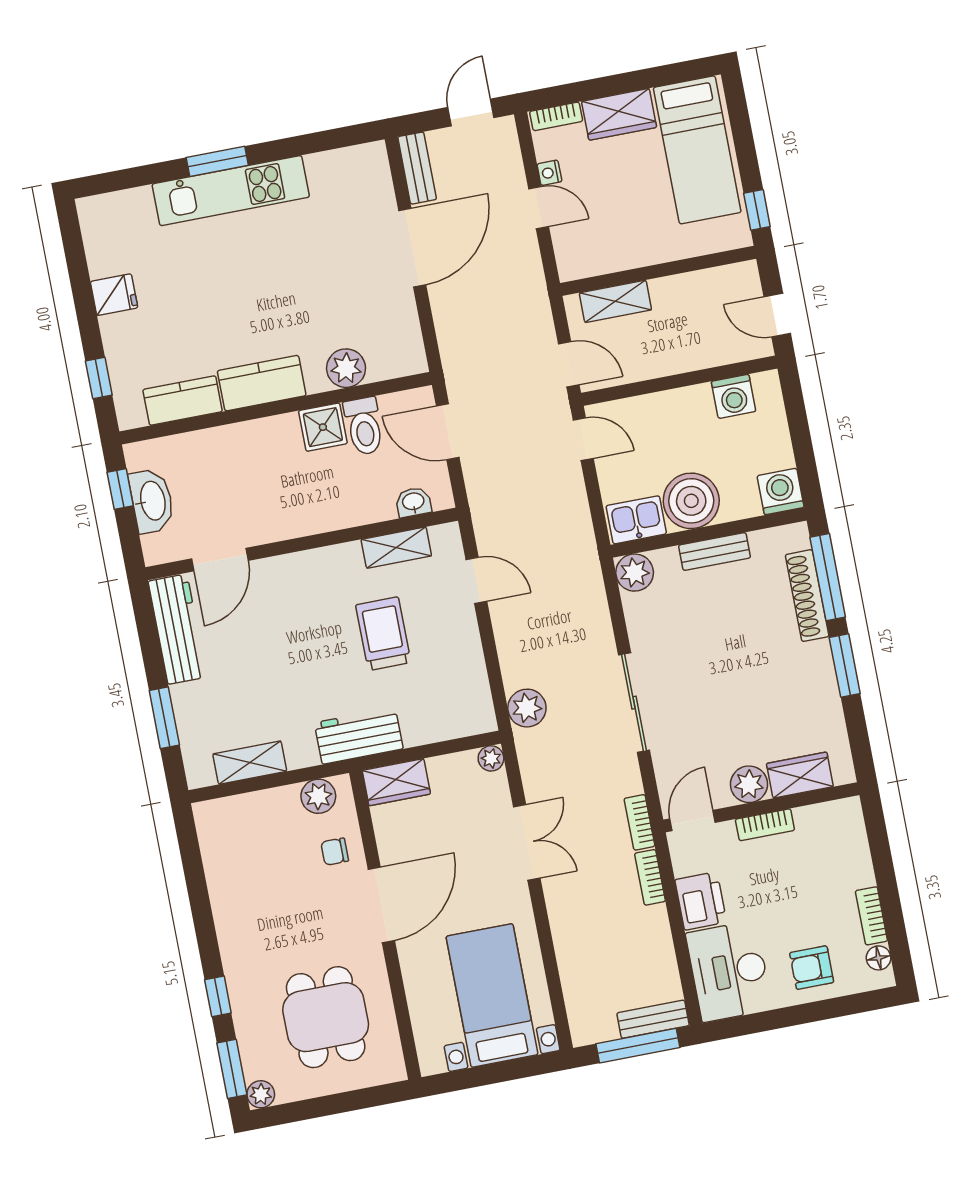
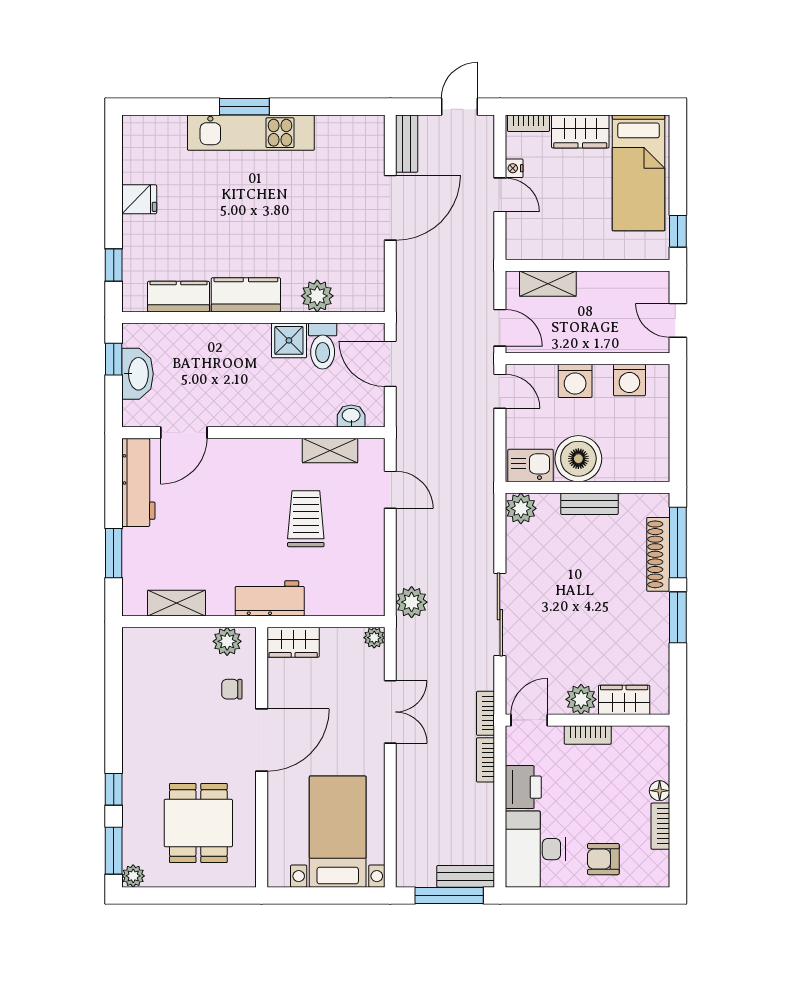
washing machine: (781, 492) -> (575, 381), moved, turned 180
floor lamp: (879, 958) -> (660, 791), moved

